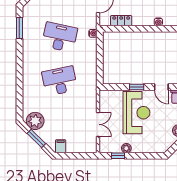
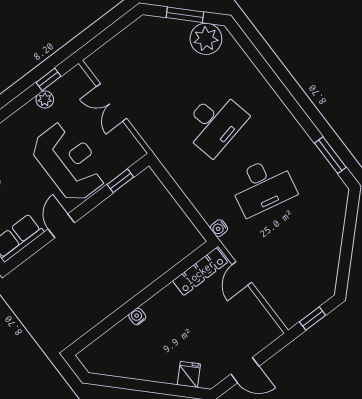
locker: (121, 21) -> (200, 272), width x1.53
window: (137, 87) -> (120, 181), moved
door: (161, 87) -> (61, 226), hinge flipped
reception desk: (136, 113) -> (69, 162), turned 180
filing cabinet: (61, 146) -> (142, 30), removed

